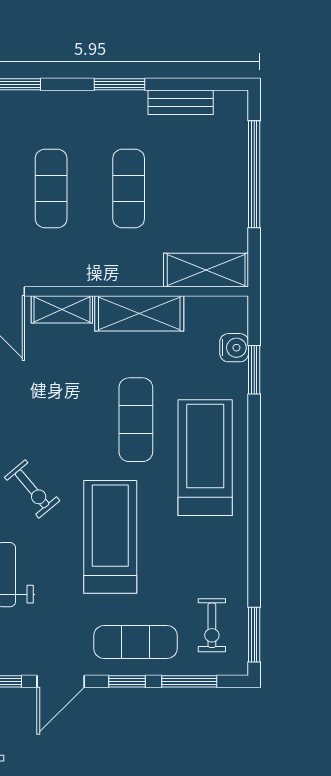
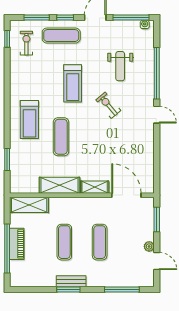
bench: (181, 102) -> (71, 281), moved
piano: (233, 184) -> (17, 244), added
water cooler: (234, 348) -> (16, 170), removed
treadmill: (205, 458) -> (29, 120), width x0.73, depth x0.73
treadmill: (110, 537) -> (73, 83), width x0.73, depth x0.73
window: (254, 635) -> (7, 39), width x0.67

